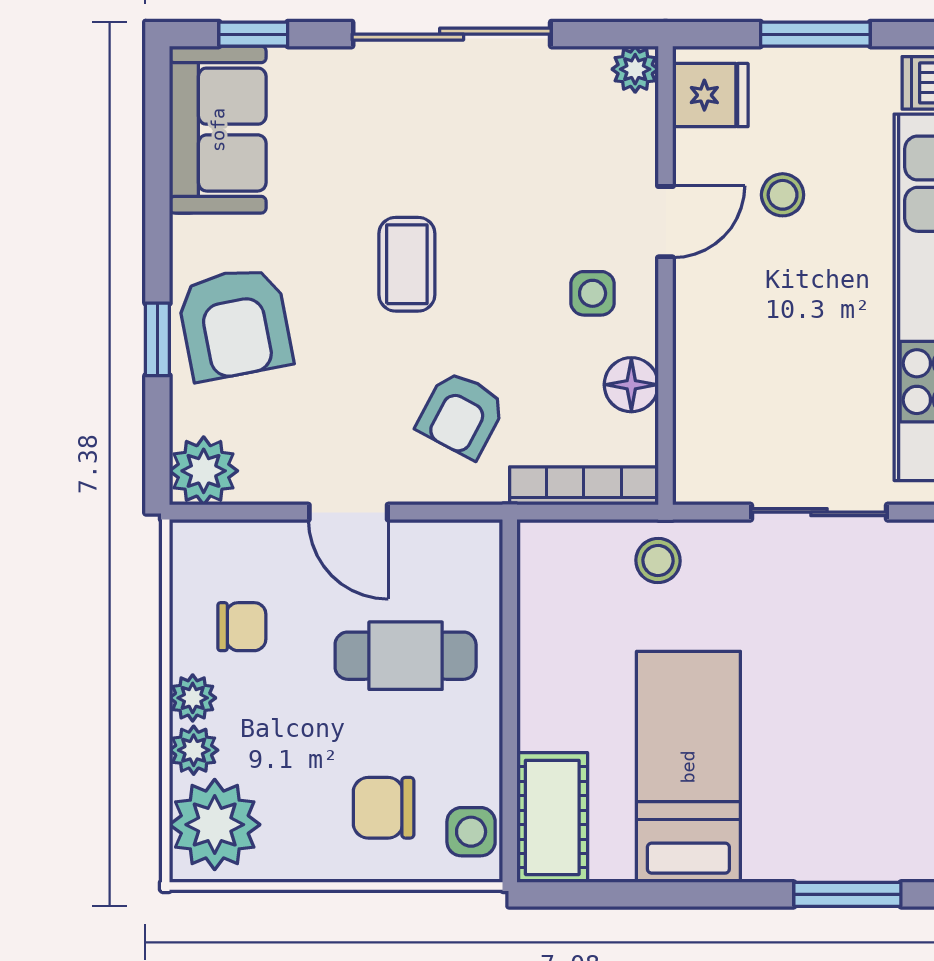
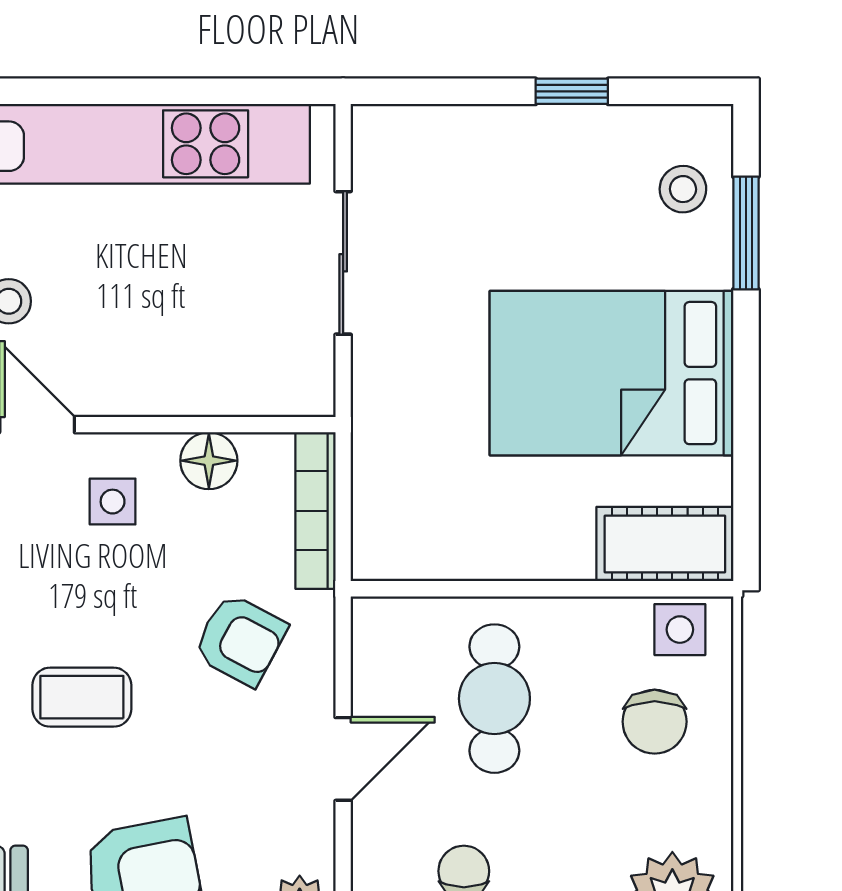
stool: (658, 561) -> (683, 189), moved
bed: (688, 767) -> (611, 373), width x1.50

